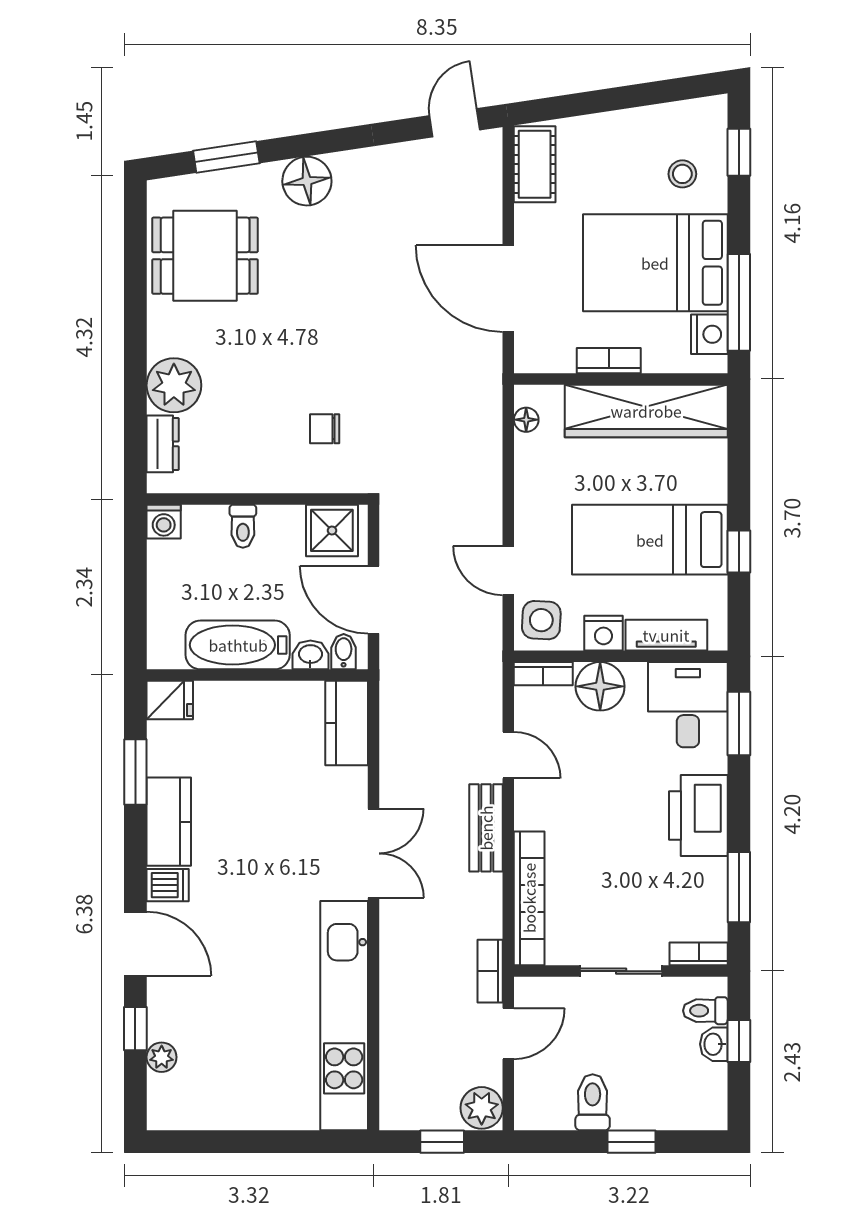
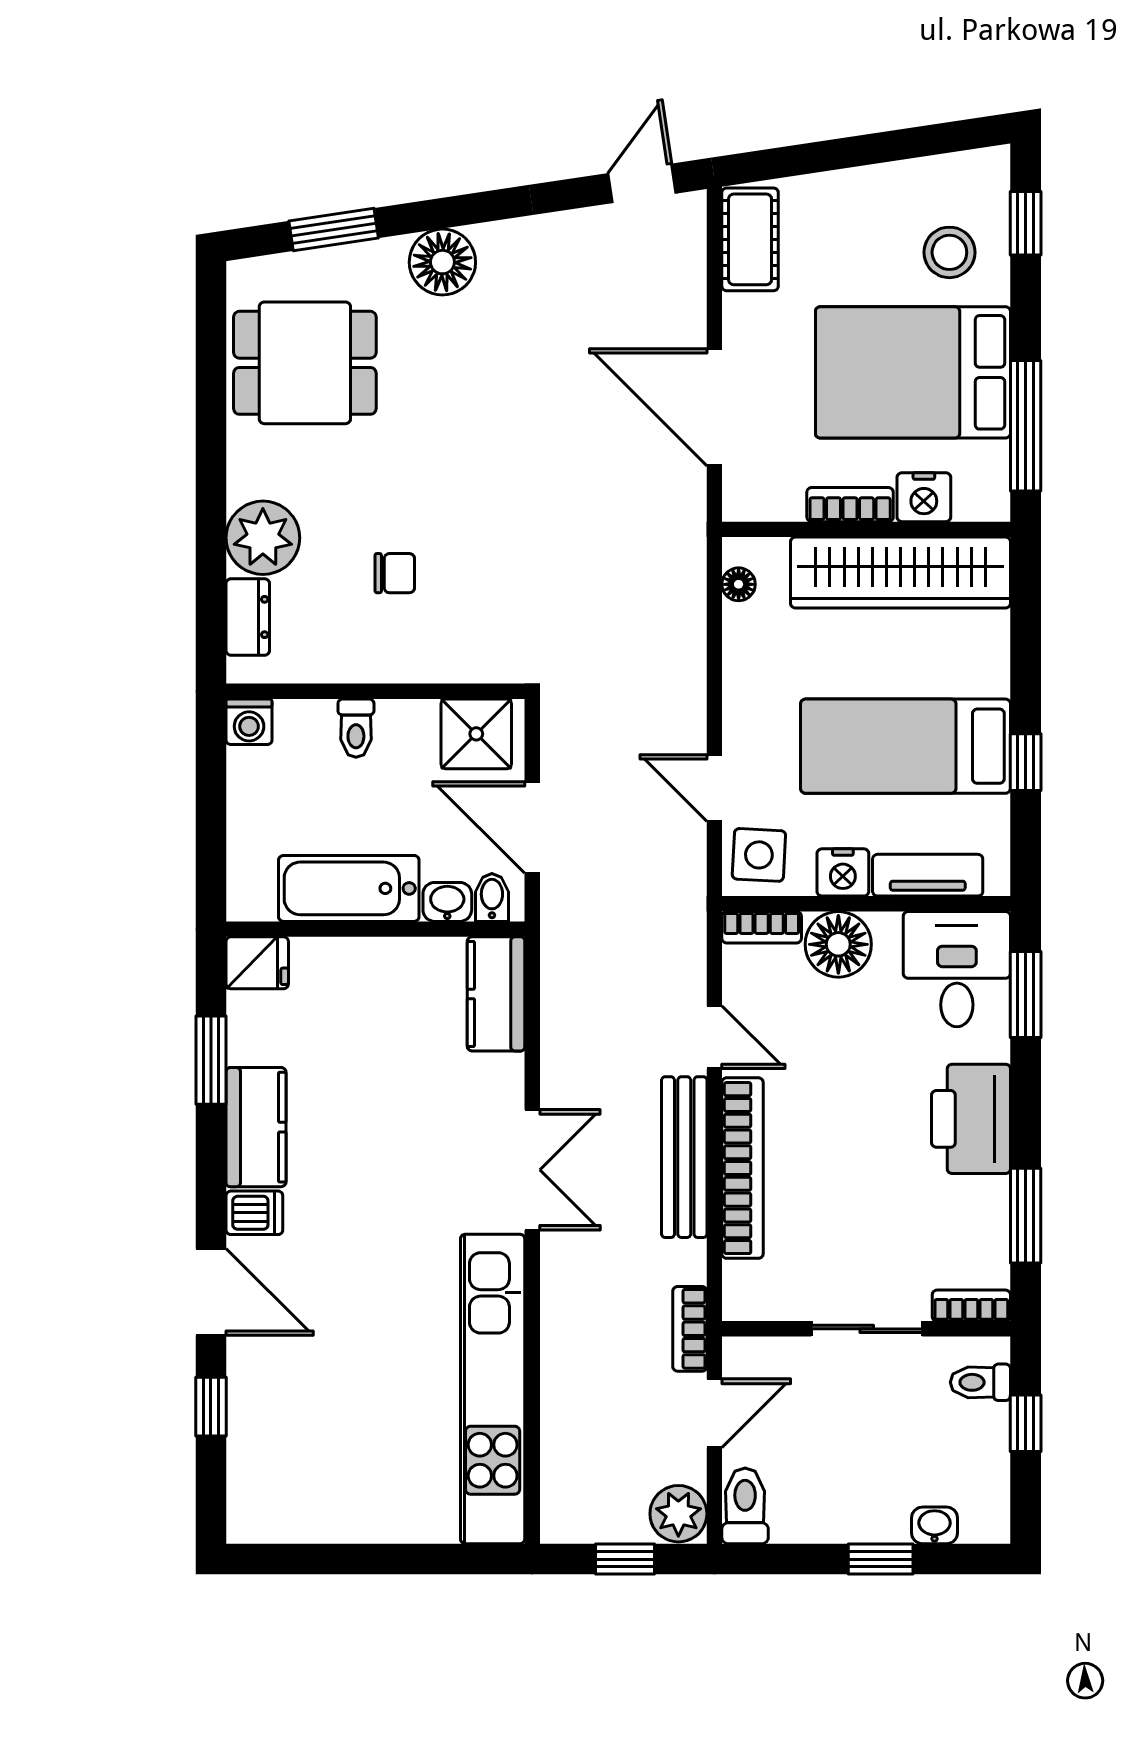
stool: (682, 174) -> (949, 252), width x1.37, depth x1.37
nightstand: (709, 334) -> (924, 497), moved, turned 90
chair: (325, 429) -> (395, 573), moved, turned 180
bench: (486, 828) -> (684, 1157), width x1.36
bookcase: (529, 898) -> (743, 1168), moved
washbasin: (714, 1044) -> (935, 1525), moved, turned 90
plant: (162, 1057) -> (246, 1445), removed
toilet: (593, 1102) -> (745, 1506), moved

